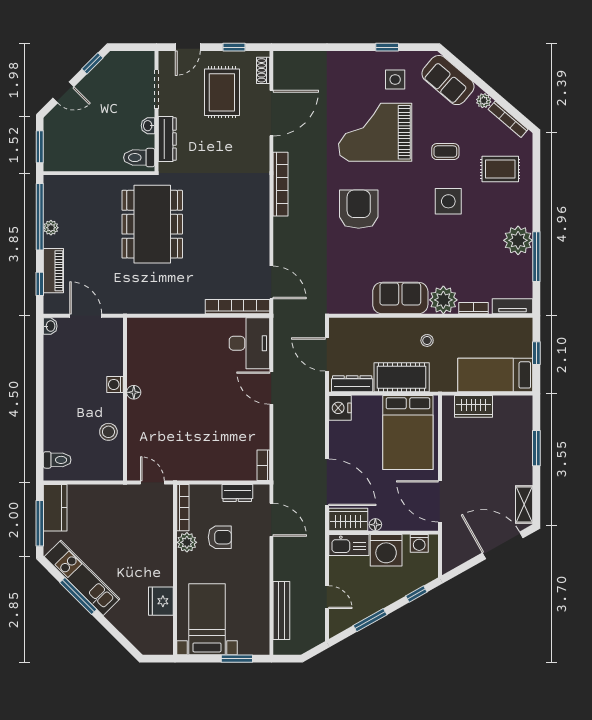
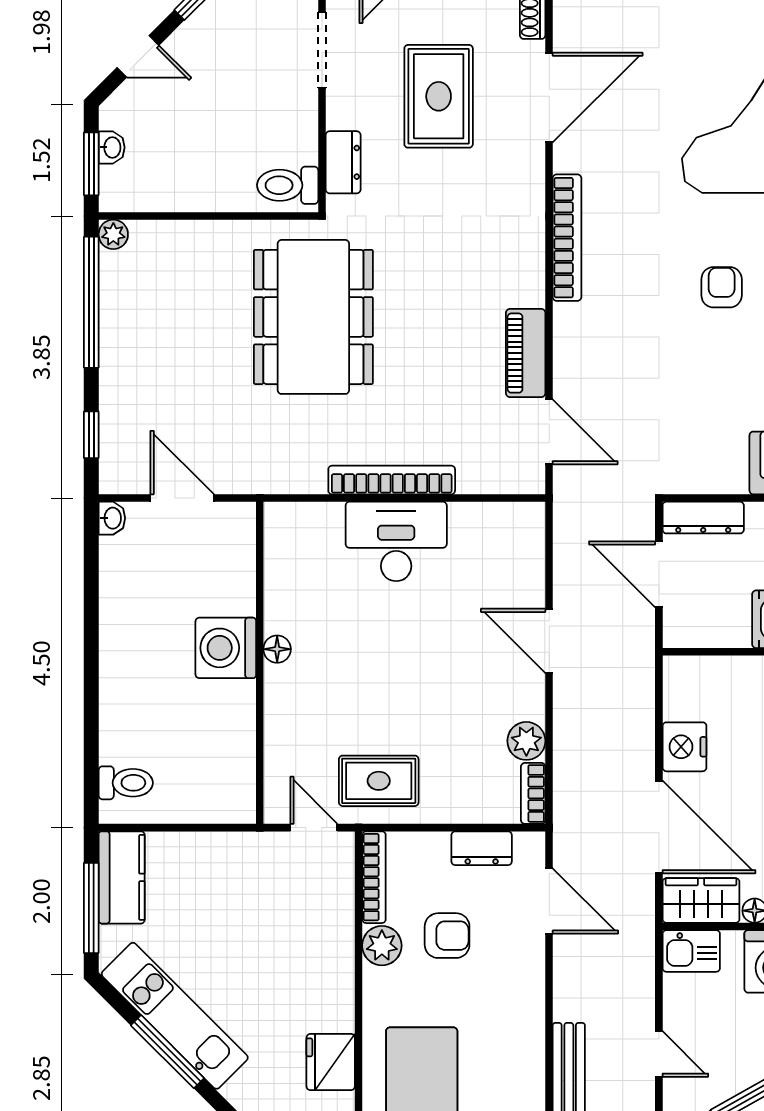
rug: (222, 92) -> (439, 96), moved
washbasin: (148, 126) -> (112, 147), moved, turned 180
dresser: (167, 139) -> (343, 162), width x0.70
armchair: (359, 209) -> (722, 287), width x0.53, depth x0.53
plant: (51, 228) -> (113, 234), moved
piano: (53, 271) -> (526, 353), moved, turned 180
bookcase: (237, 307) -> (392, 480), moved
desk: (249, 343) -> (396, 541), moved, turned -90
washing machine: (115, 384) -> (226, 648), width x1.89, depth x1.89
dresser: (352, 384) -> (703, 518), moved, turned 180
nightstand: (340, 408) -> (684, 747), moved
stool: (108, 432) -> (227, 727), removed
plant: (260, 439) -> (526, 741), added
rug: (185, 459) -> (379, 781), added
kitchen sink: (349, 545) -> (691, 951), width x0.73

